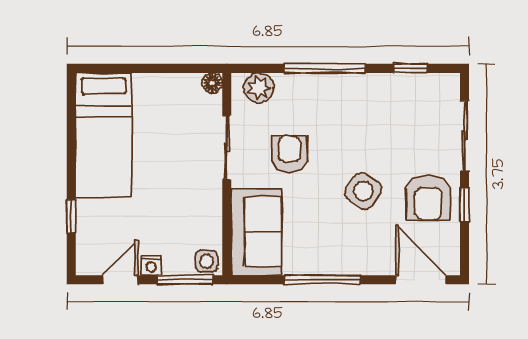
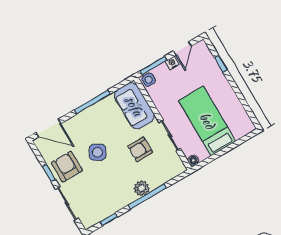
plant: (259, 88) -> (142, 188), moved
bed: (104, 135) -> (207, 121), moved
armchair: (290, 154) -> (140, 149), turned 90

